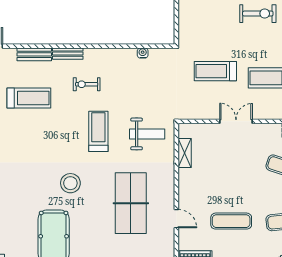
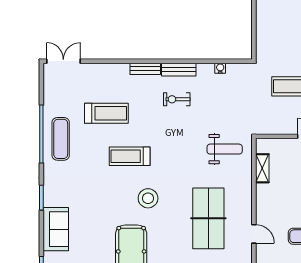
bench: (34, 54) -> (179, 70), moved
exercise bike: (87, 84) -> (177, 99), moved
treadmill: (98, 131) -> (130, 156), moved, turned -90

